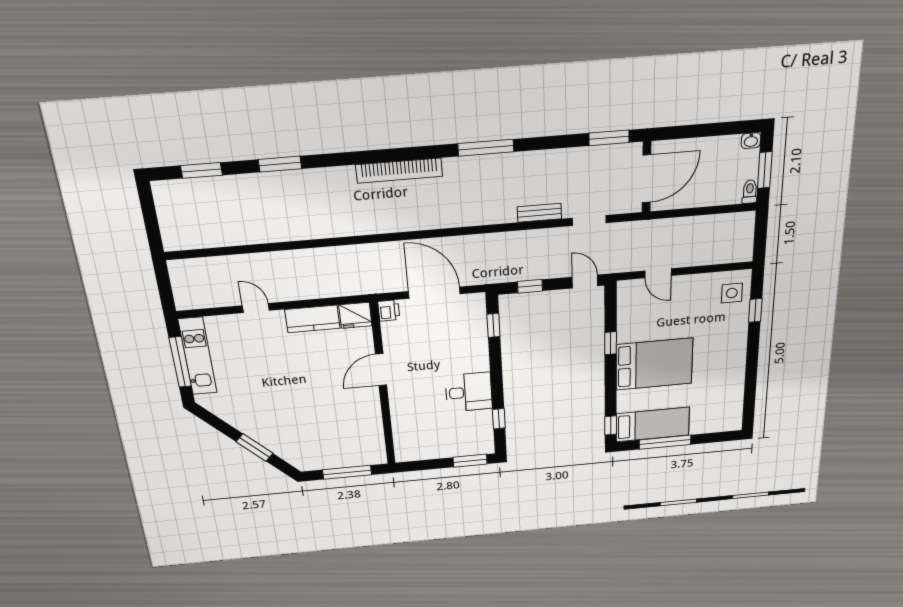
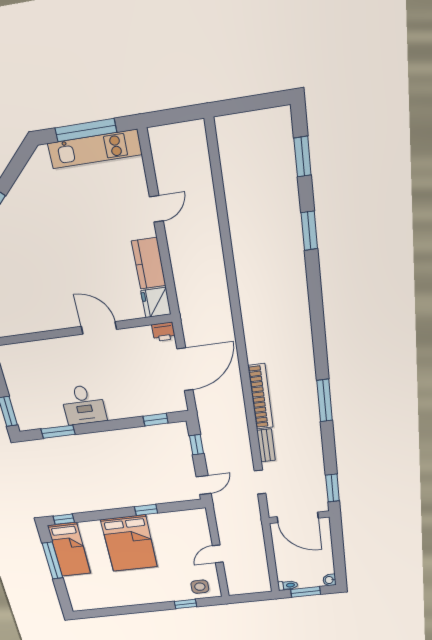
bookcase: (399, 171) -> (261, 397), moved, turned 180
door: (658, 273) -> (218, 554), moved
window: (499, 419) -> (58, 432), width x1.50

